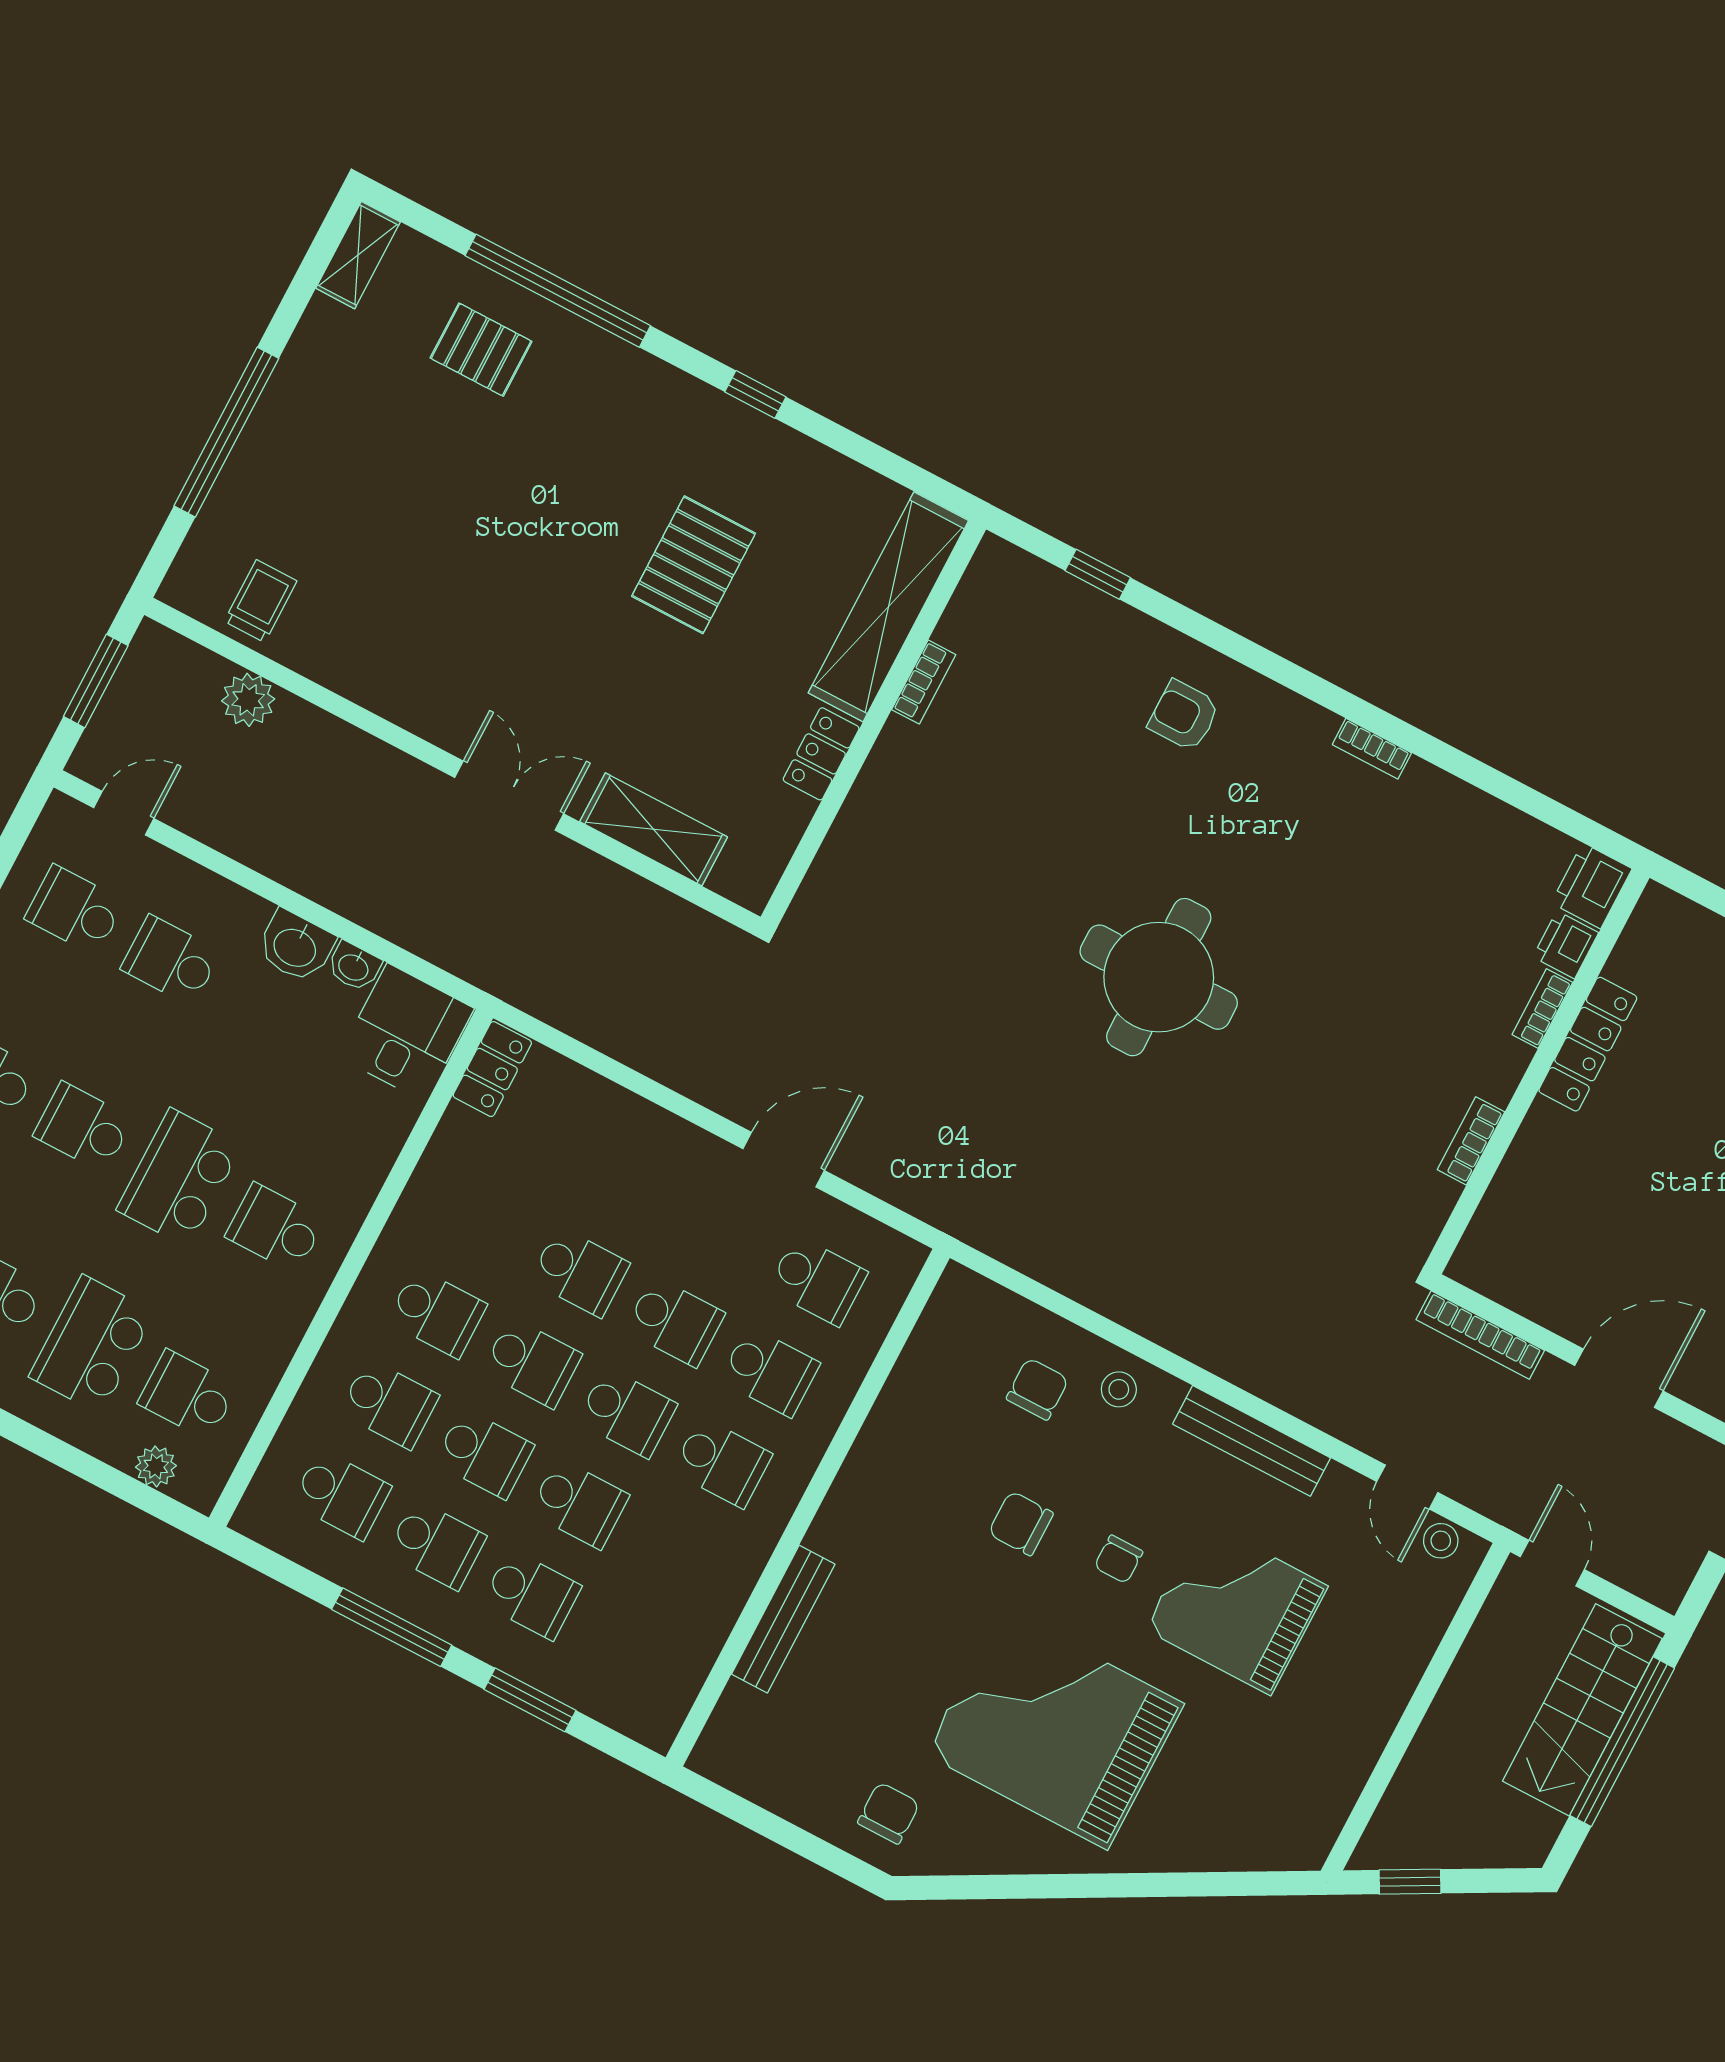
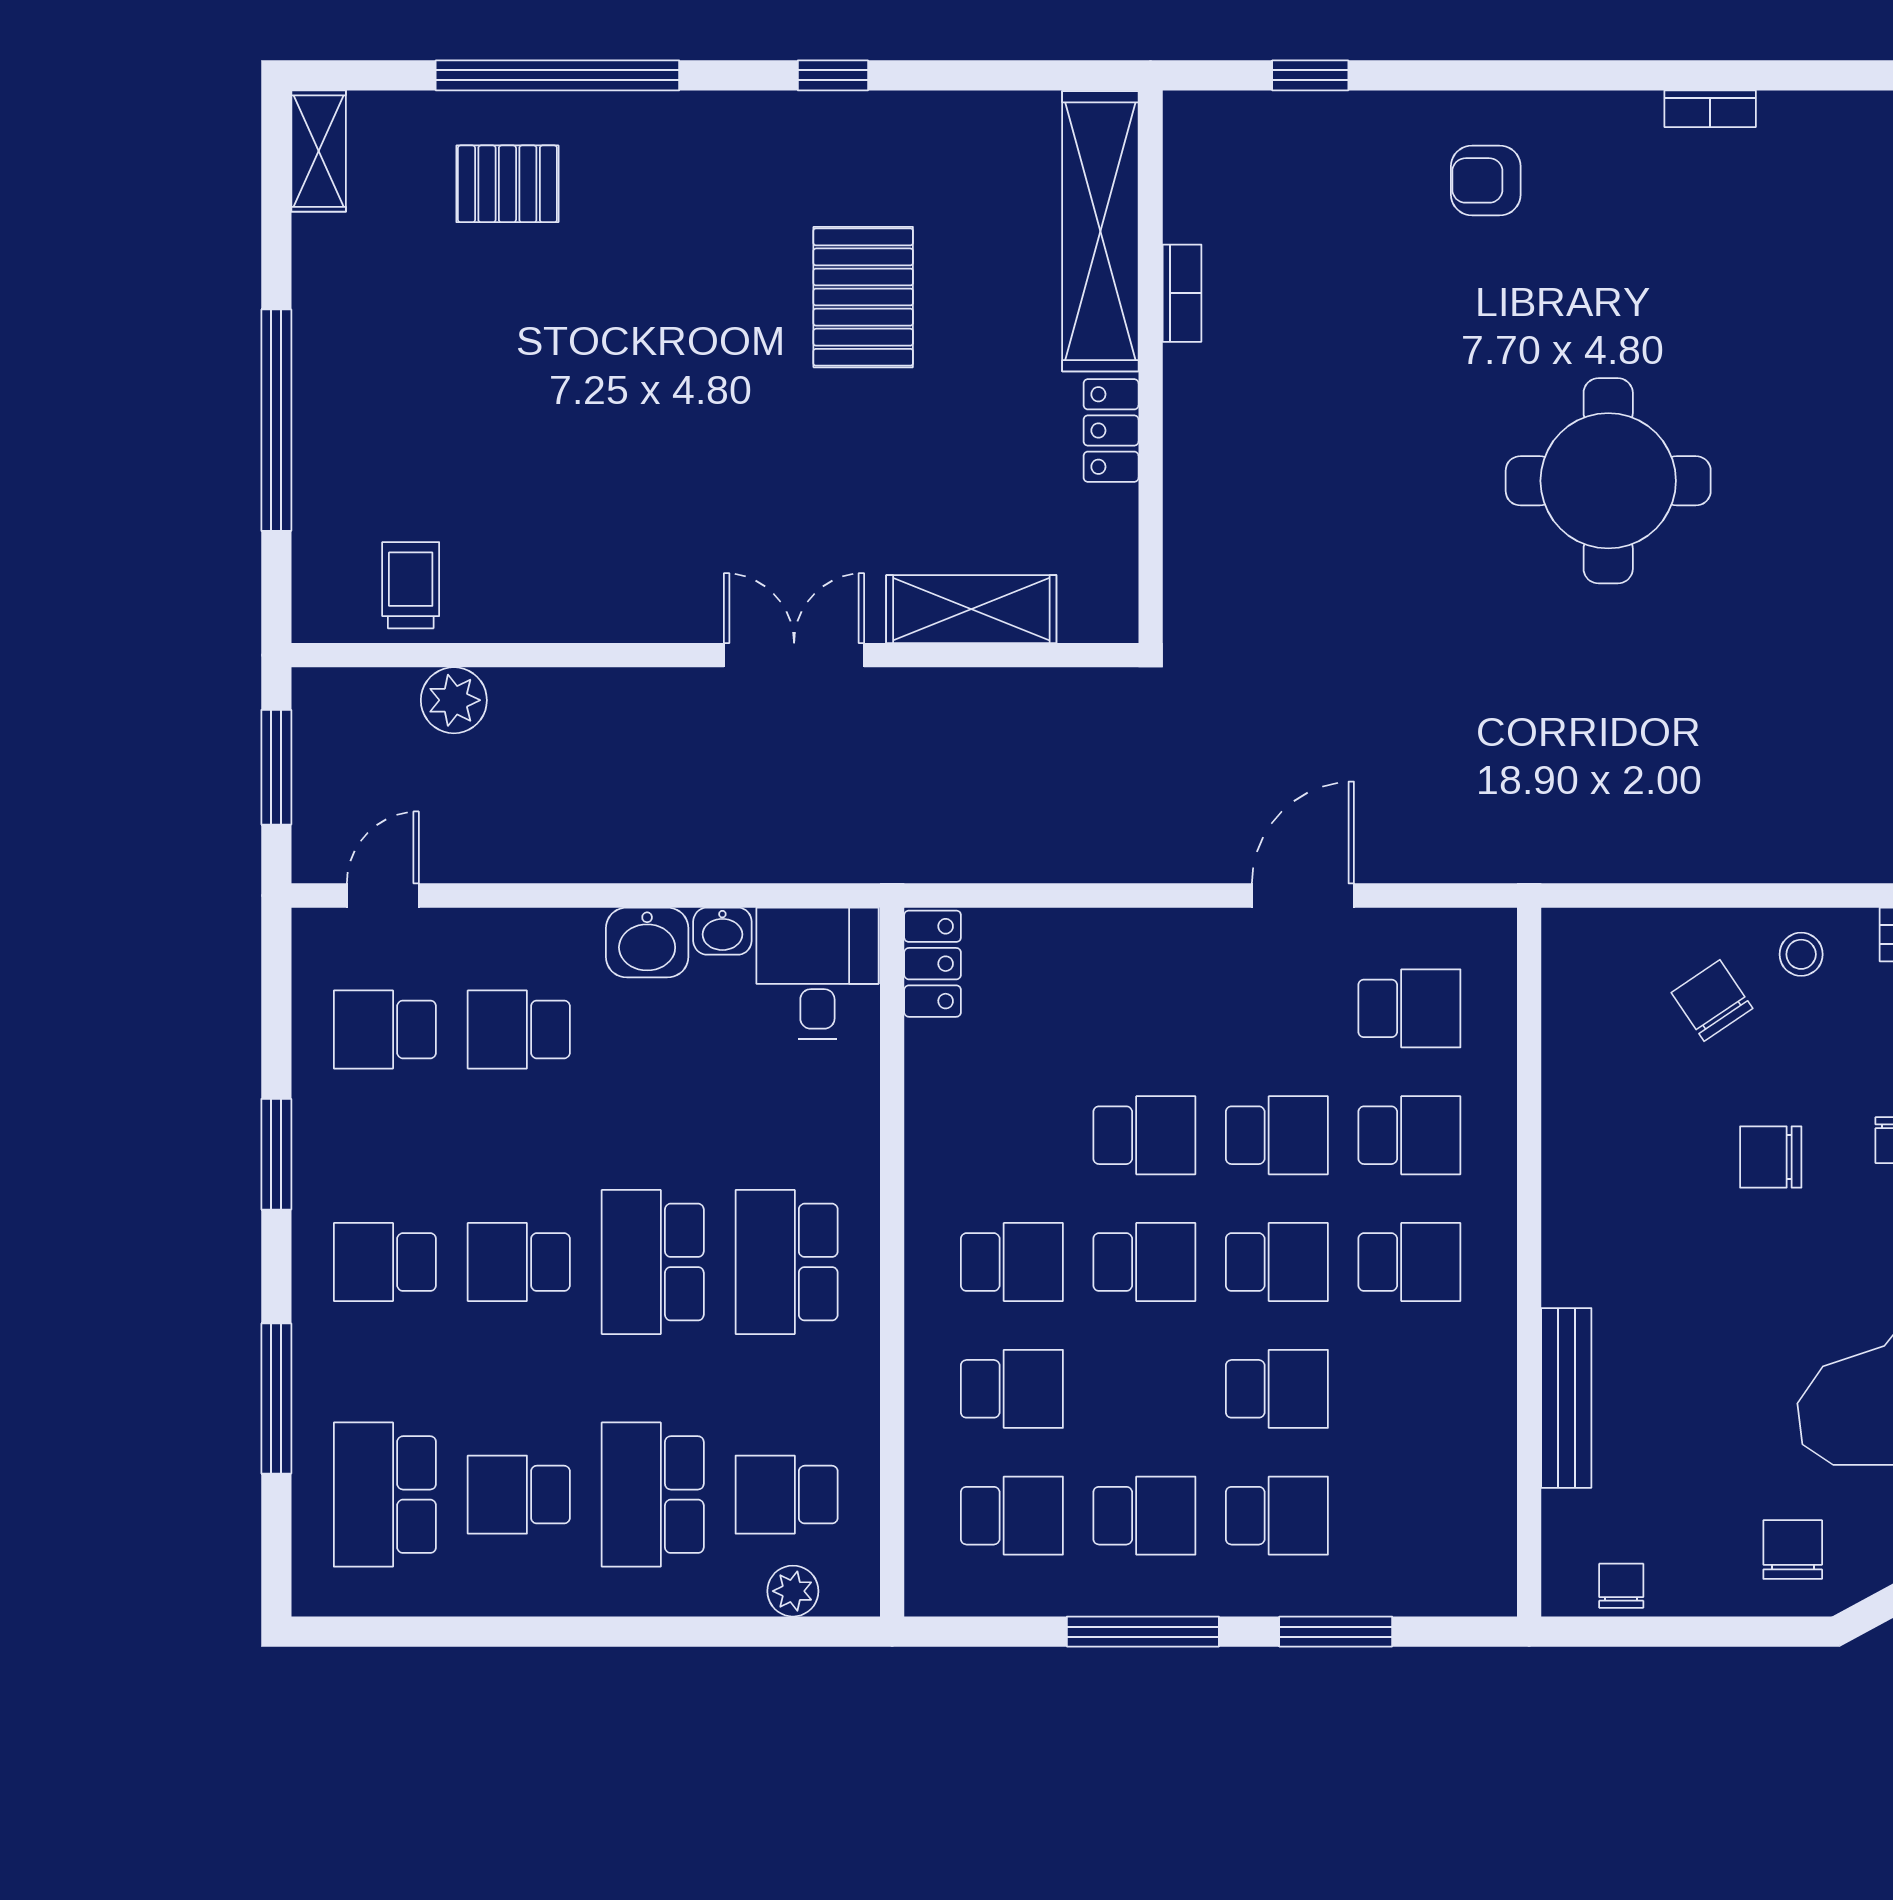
school desk: (275, 1228) -> (787, 1262), width x1.85
chair: (1037, 1389) -> (1712, 1001), turned -34
school desk: (484, 1454) -> (1144, 1389), removed
chair: (752, 1775) -> (1621, 1586), added

